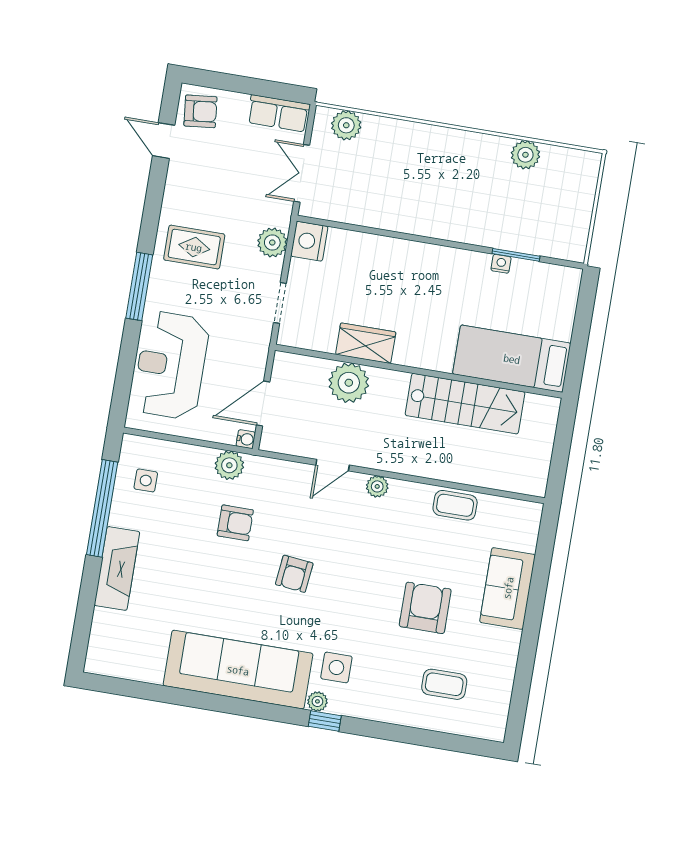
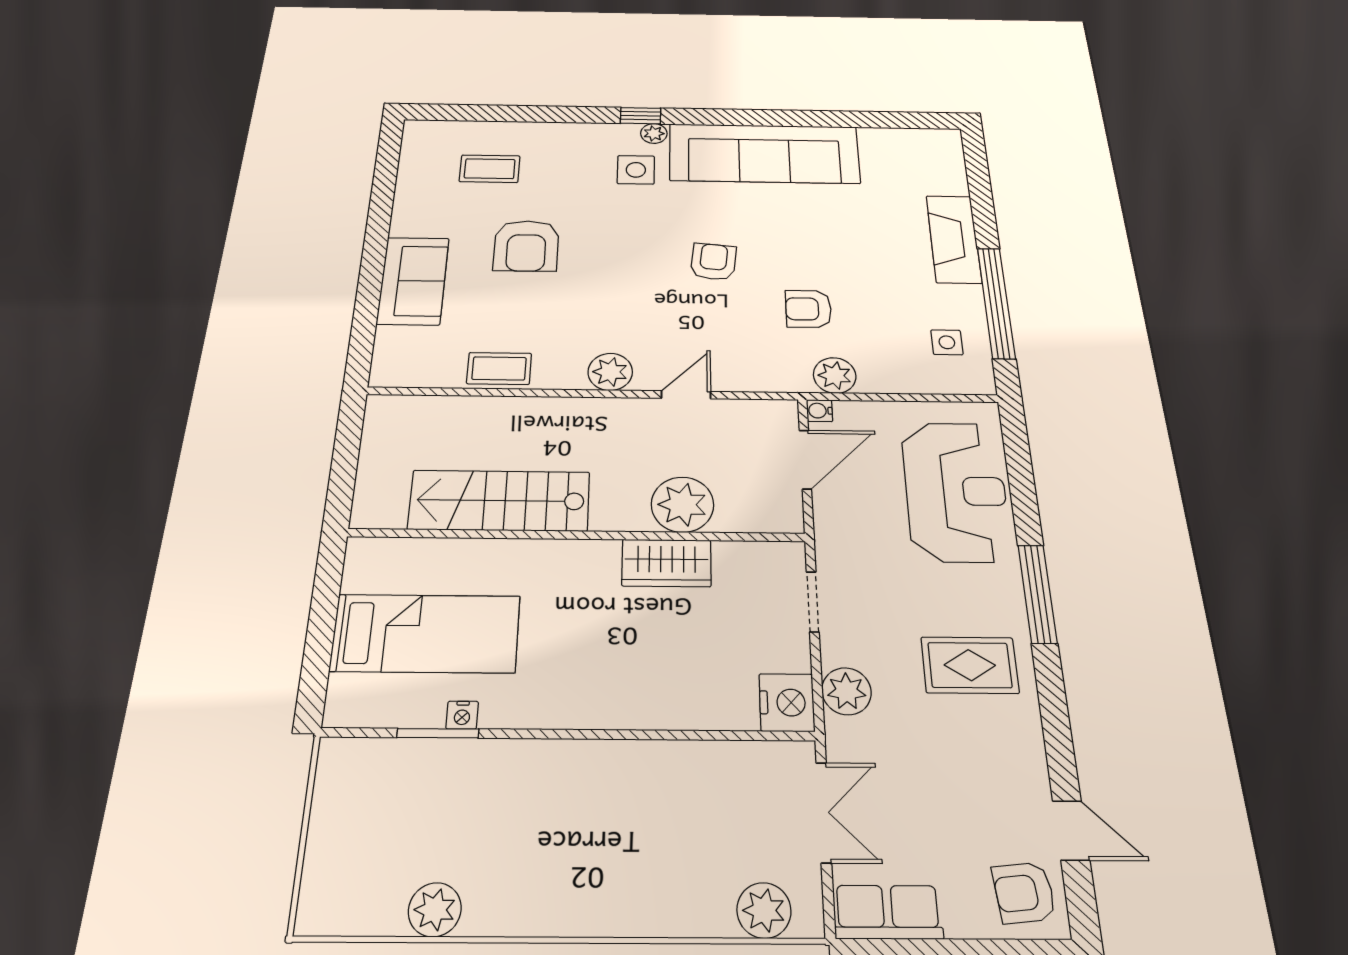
bed: (512, 359) -> (426, 633), moved
plant: (377, 486) -> (610, 372), width x1.38, depth x1.38

